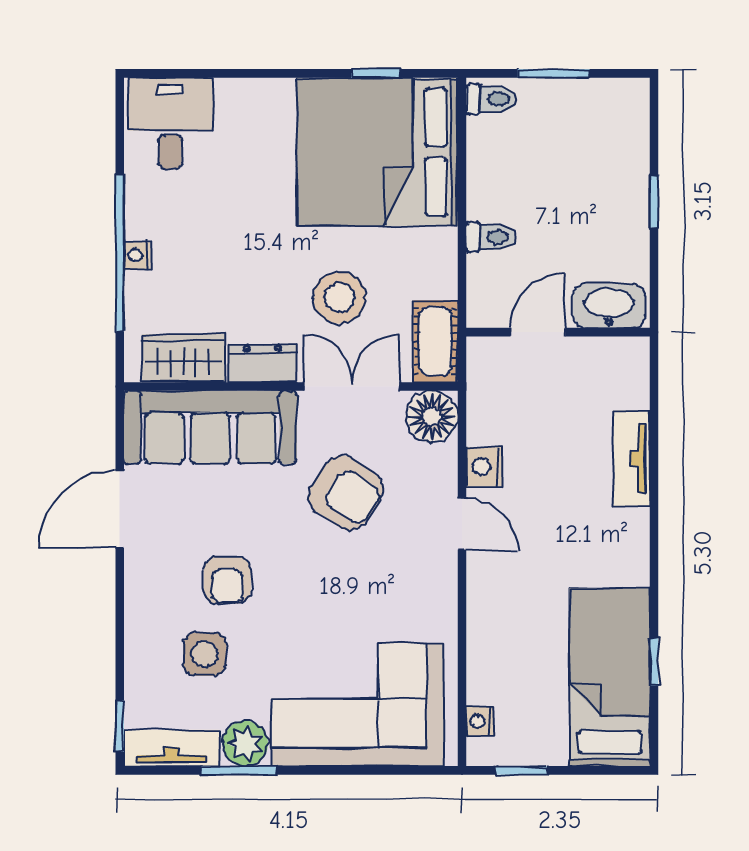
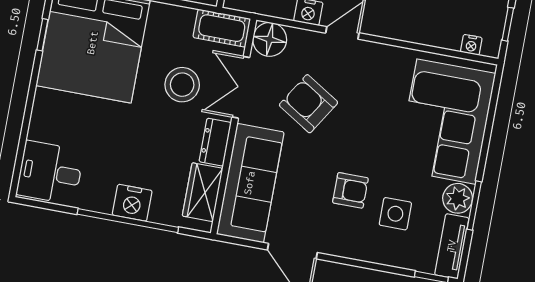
nightstand: (137, 255) -> (132, 203), width x1.89, depth x1.79
armchair: (346, 493) -> (308, 104), turned -92

